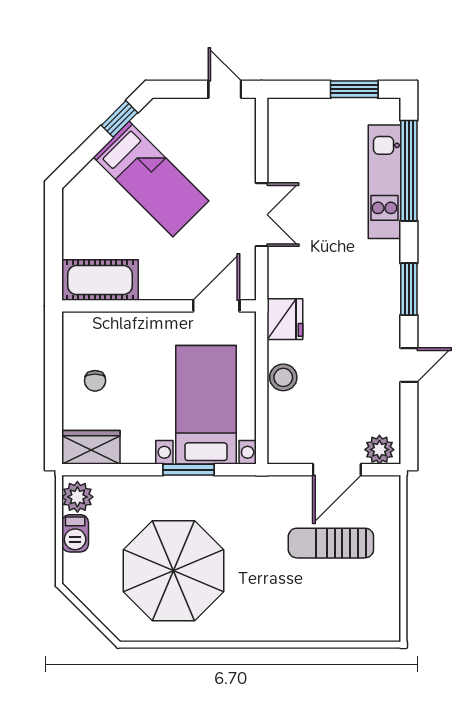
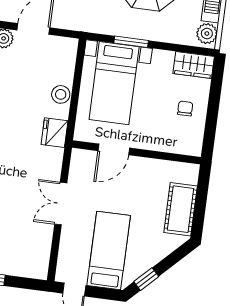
bed: (151, 179) -> (109, 251), moved, turned 45
cot: (100, 280) -> (181, 209), moved, turned 90
door: (216, 306) -> (114, 149), moved

